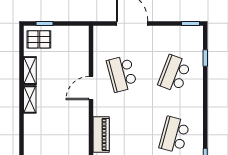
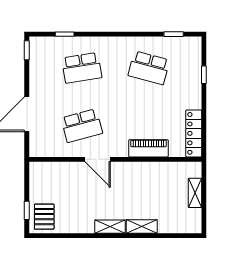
shelving: (30, 71) -> (142, 226), moved
school desk: (174, 74) -> (82, 68), turned -30

